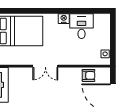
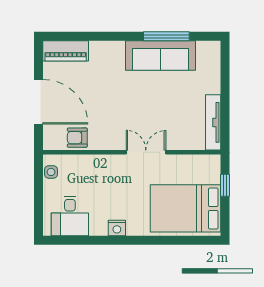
desk: (82, 26) -> (70, 216), moved

